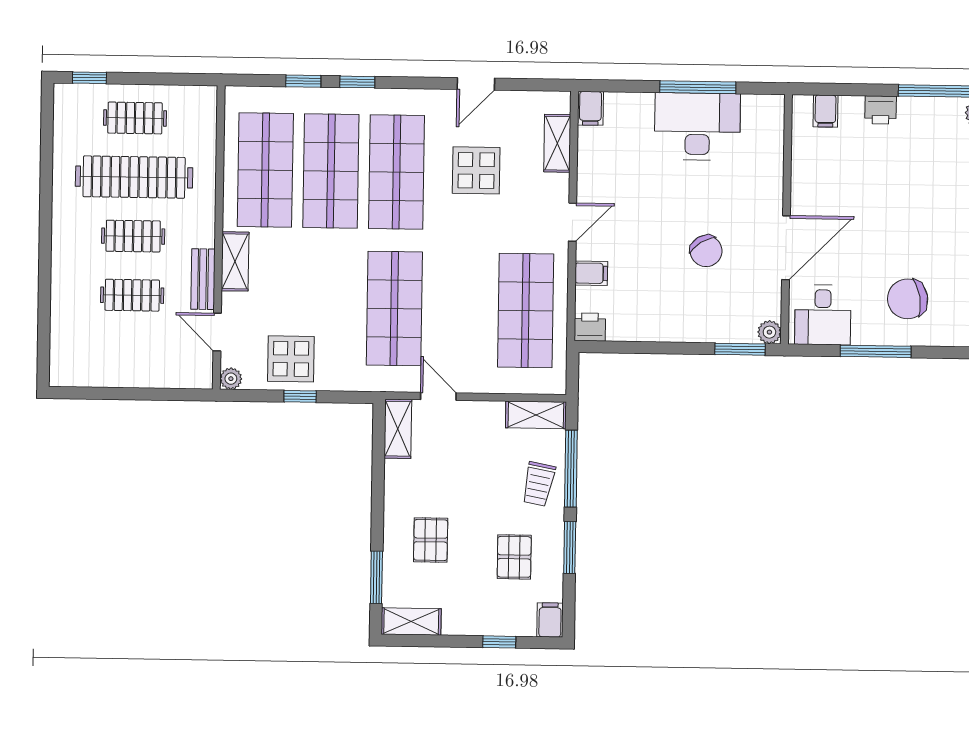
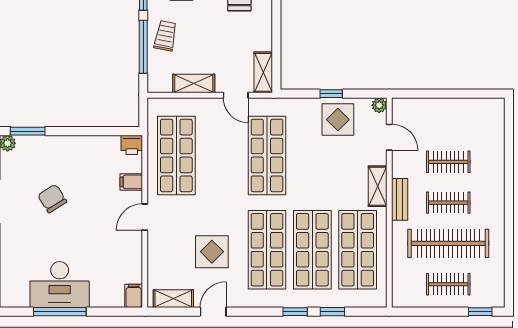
shelving: (557, 143) -> (173, 299), moved, turned 90
bench: (203, 279) -> (400, 199), moved
shelving: (536, 415) -> (194, 83), moved

